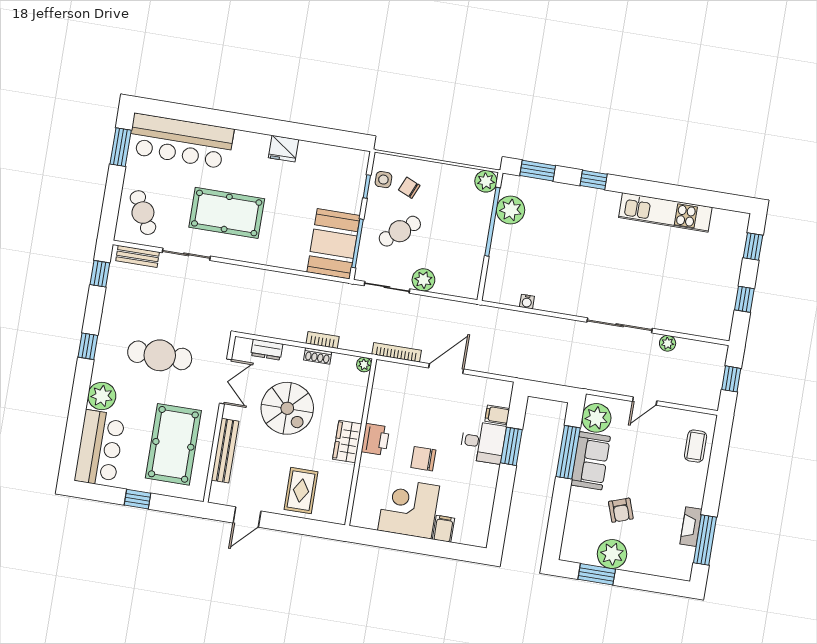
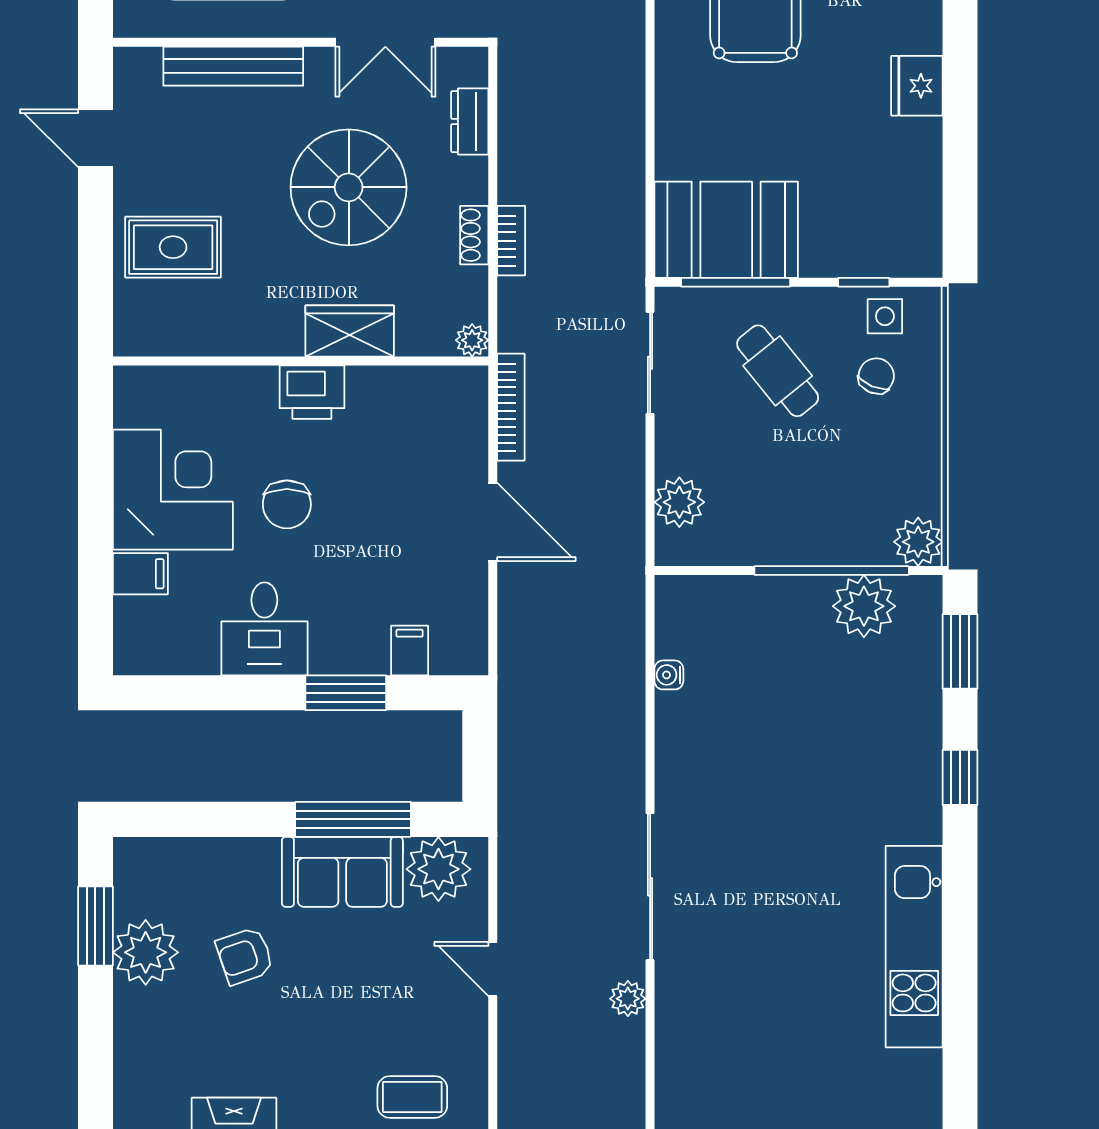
plant: (423, 280) -> (679, 502), moved
wardrobe: (347, 442) -> (350, 331), moved
desk: (483, 442) -> (264, 629), moved
chair: (423, 459) -> (287, 504), turned 180

